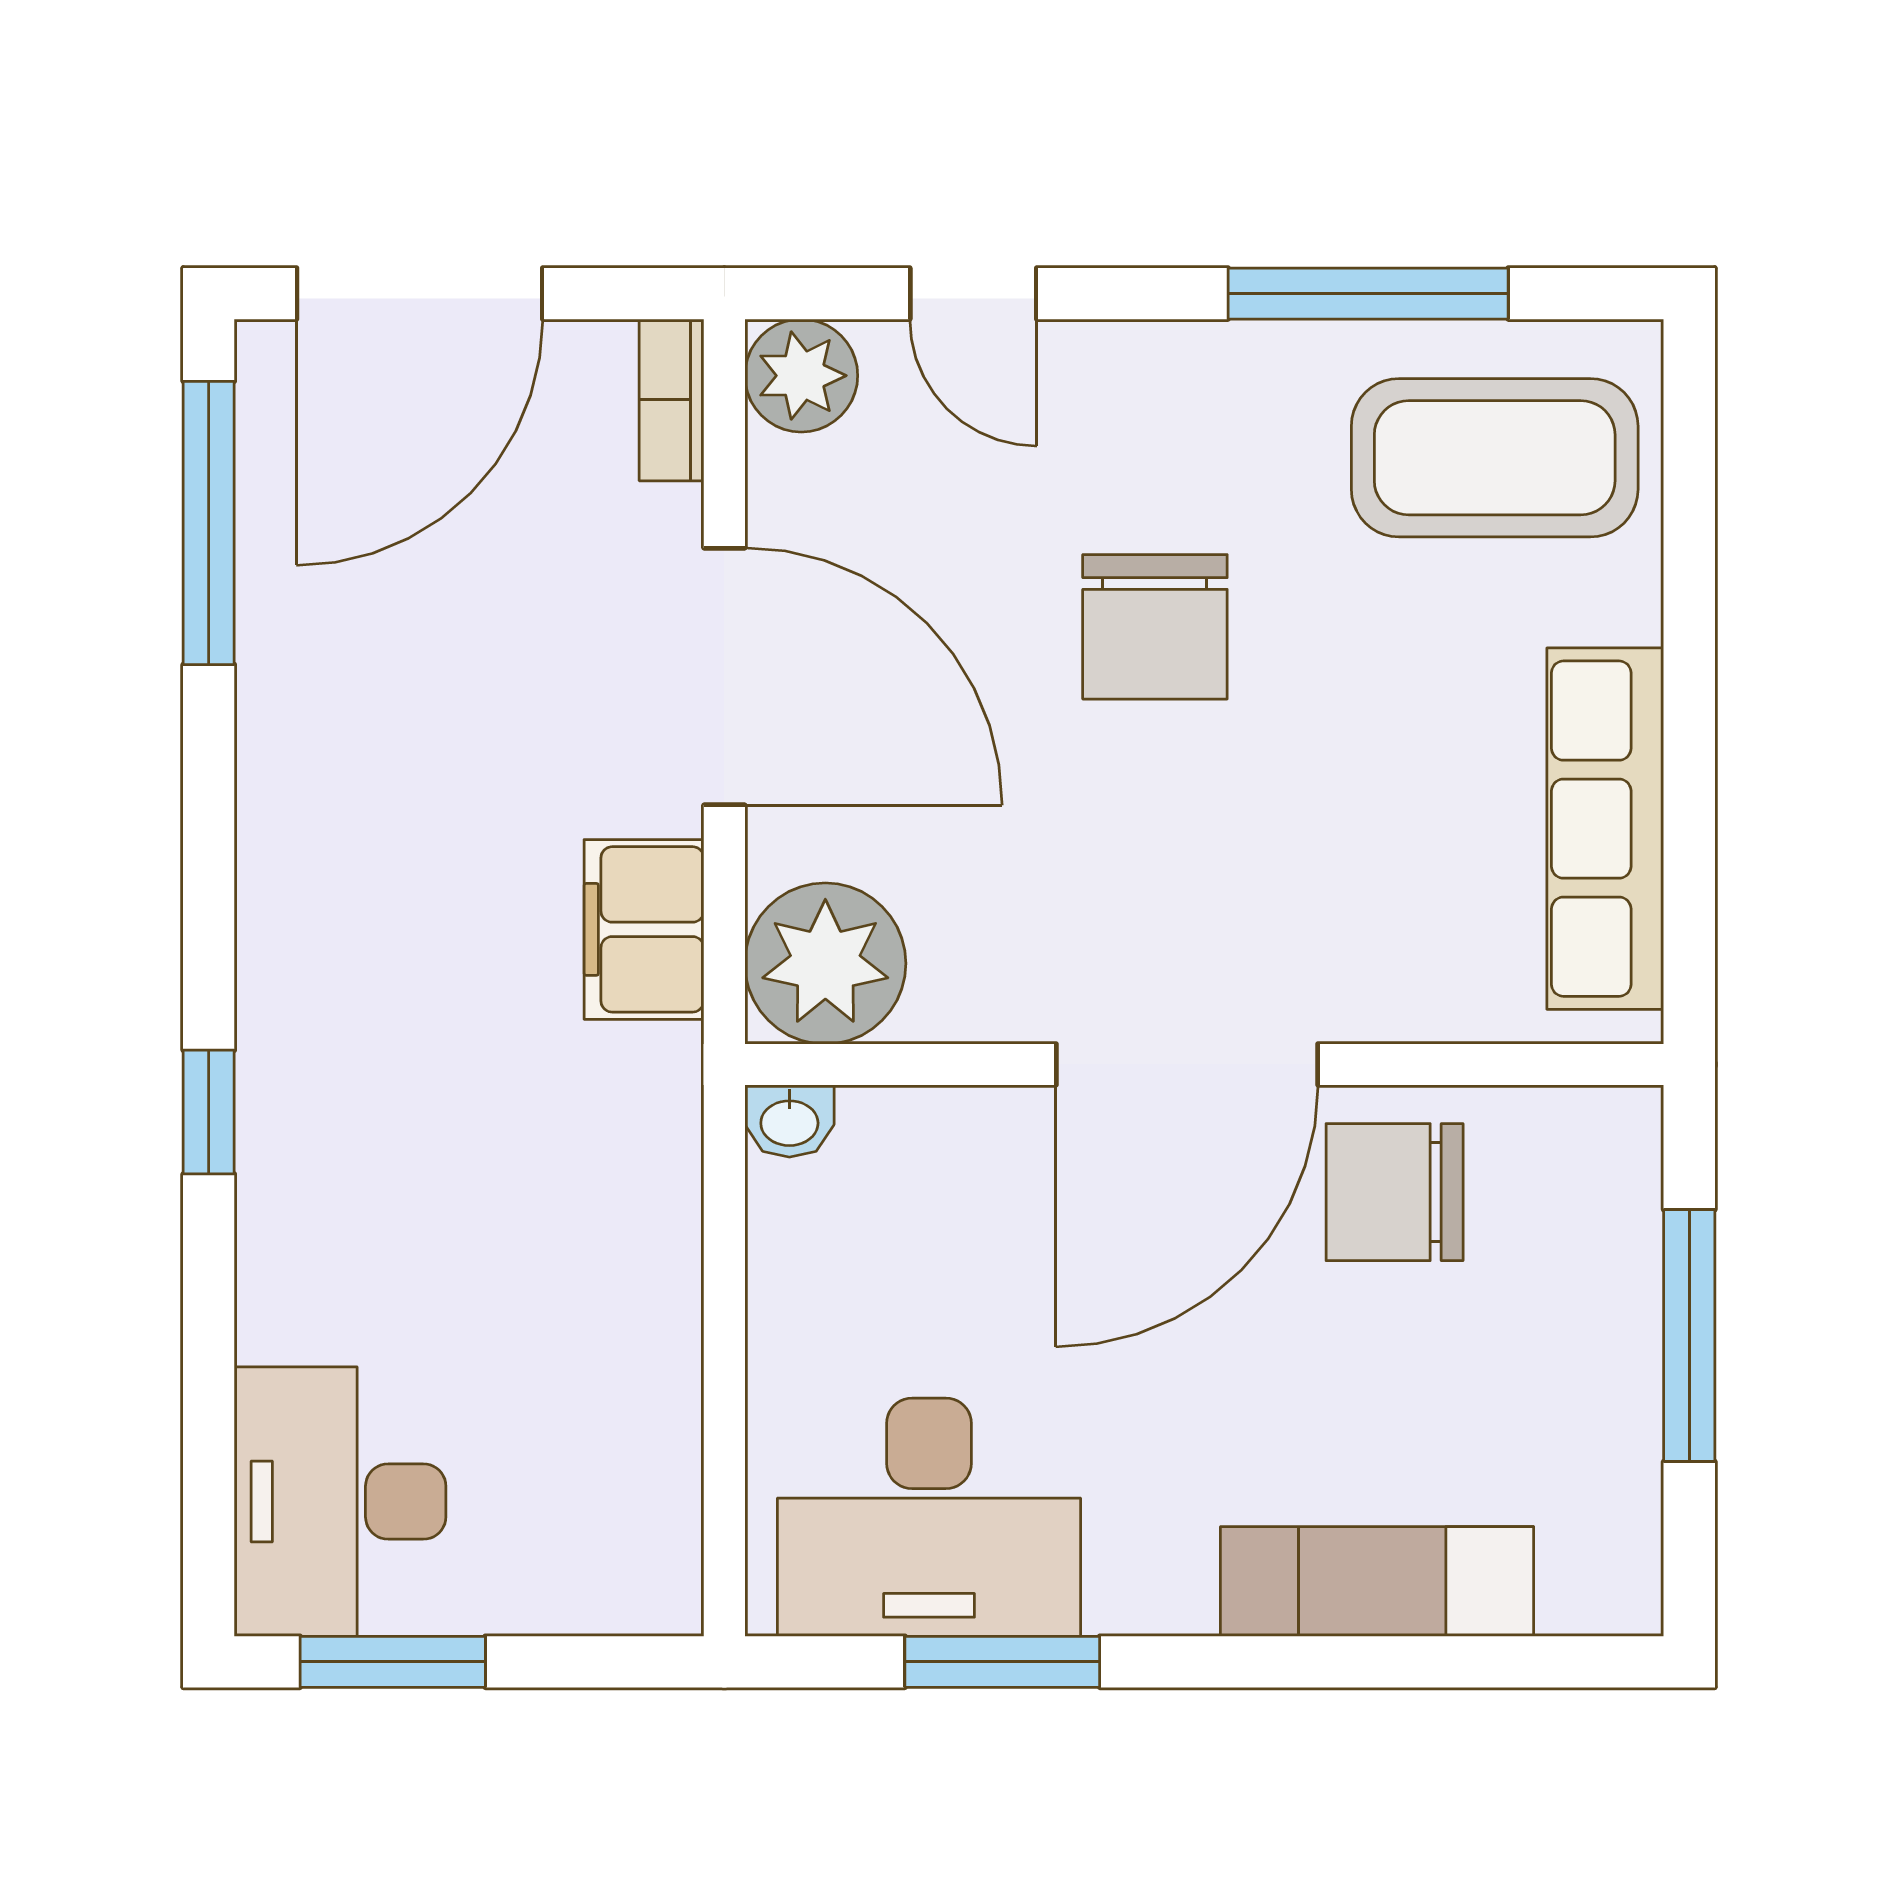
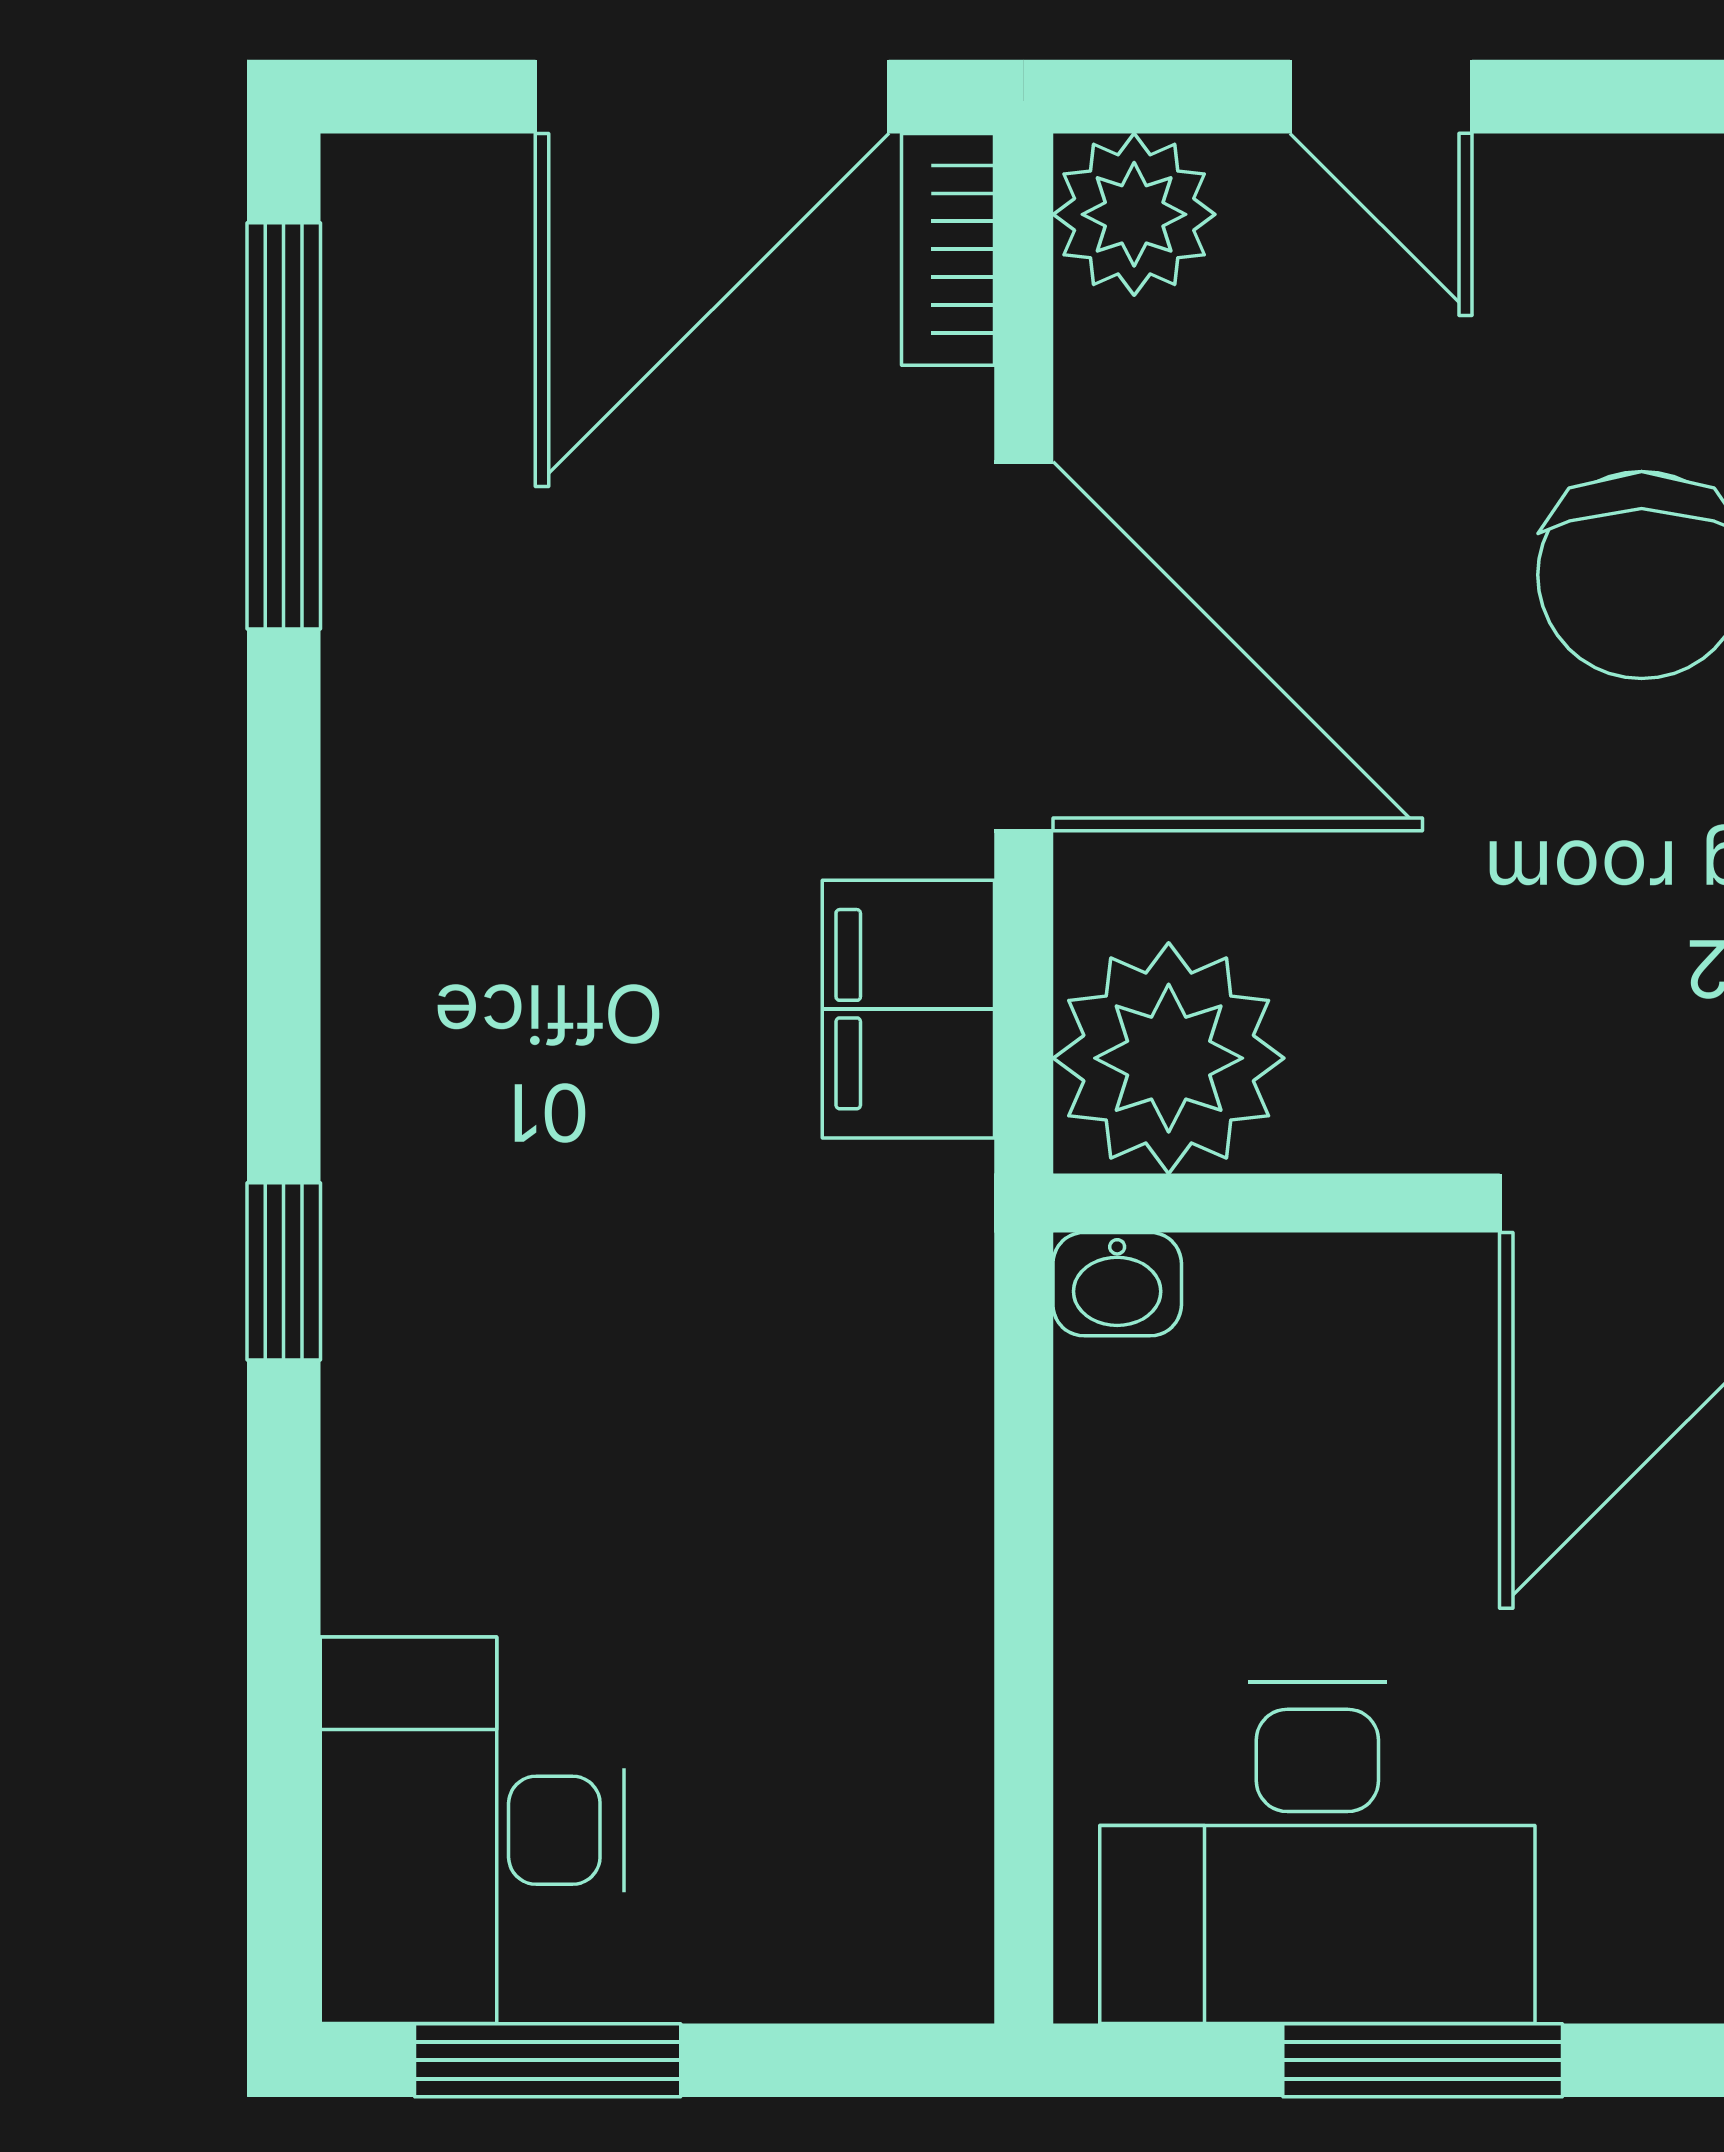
door: (420, 294) -> (712, 97), moved

